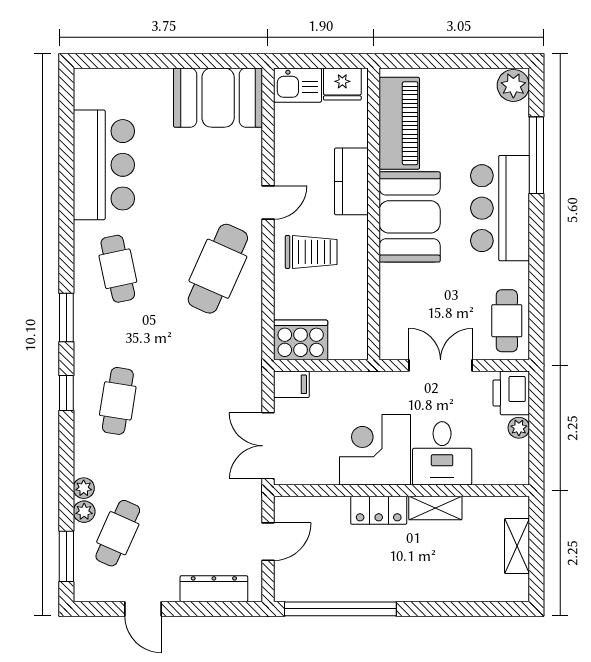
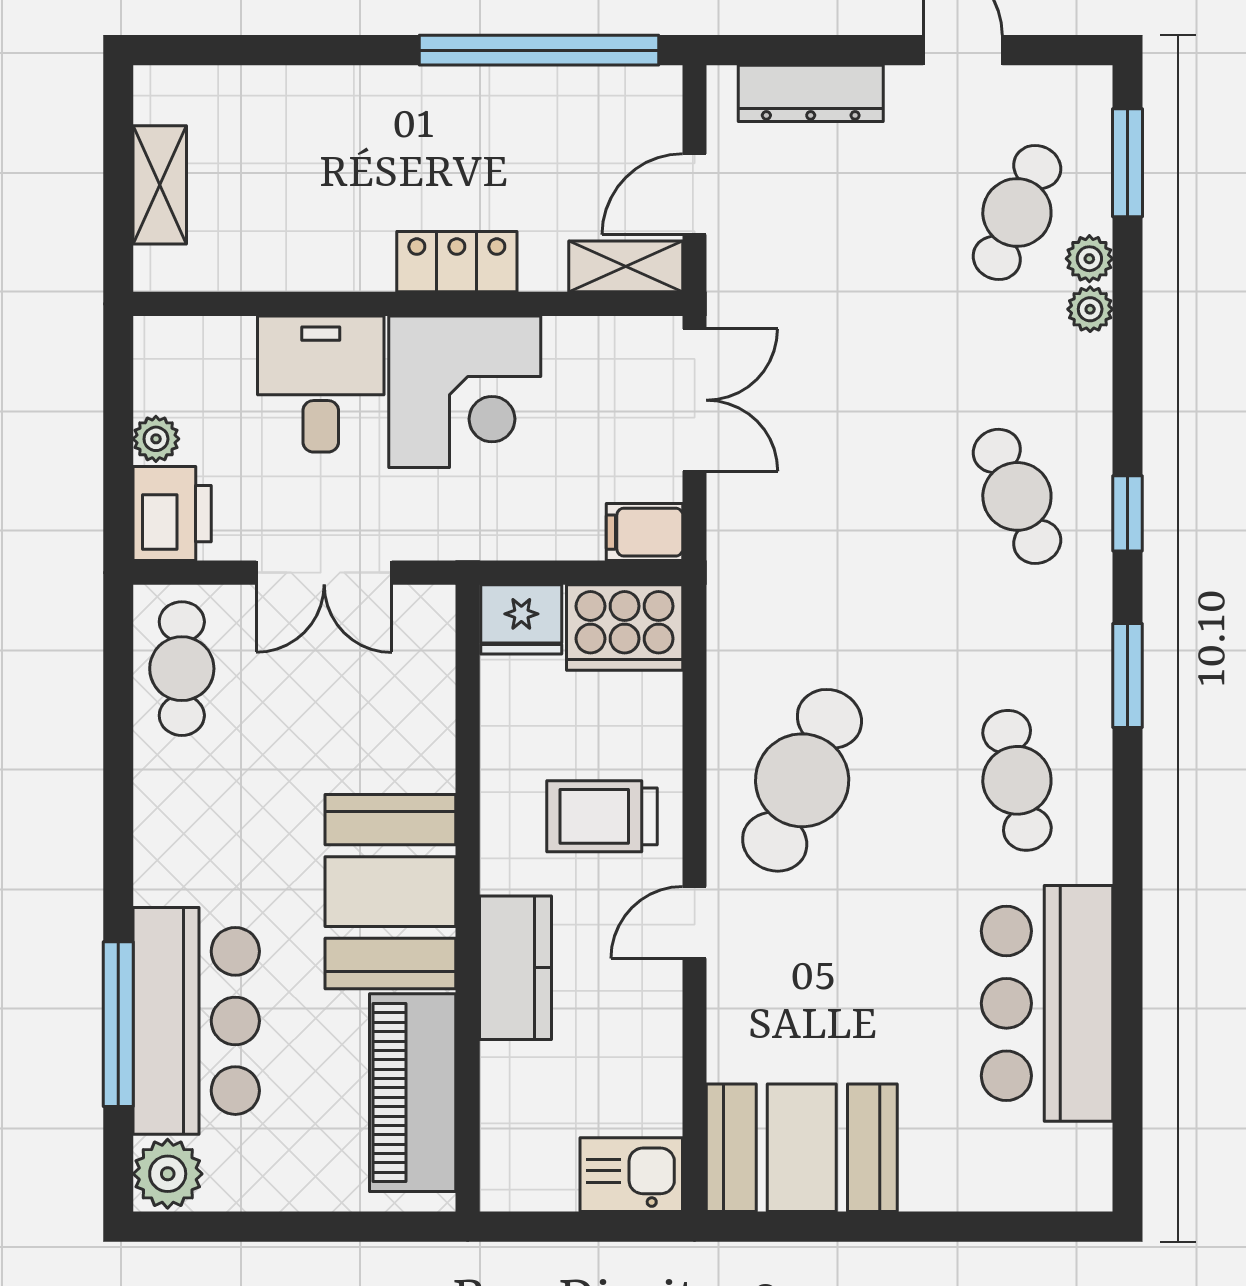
fridge: (342, 84) -> (521, 619), moved, turned 180
bar counter: (500, 208) -> (196, 1021), moved
cafe table: (118, 401) -> (1017, 496), turned -33
shelving: (435, 508) -> (626, 266), moved

